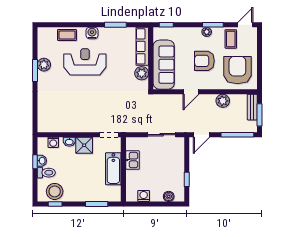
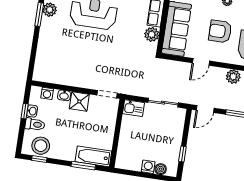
kitchen sink: (133, 160) -> (133, 108), moved, turned 90
bathtub: (113, 169) -> (93, 156), moved, turned 90
washing machine: (144, 196) -> (148, 167), moved

